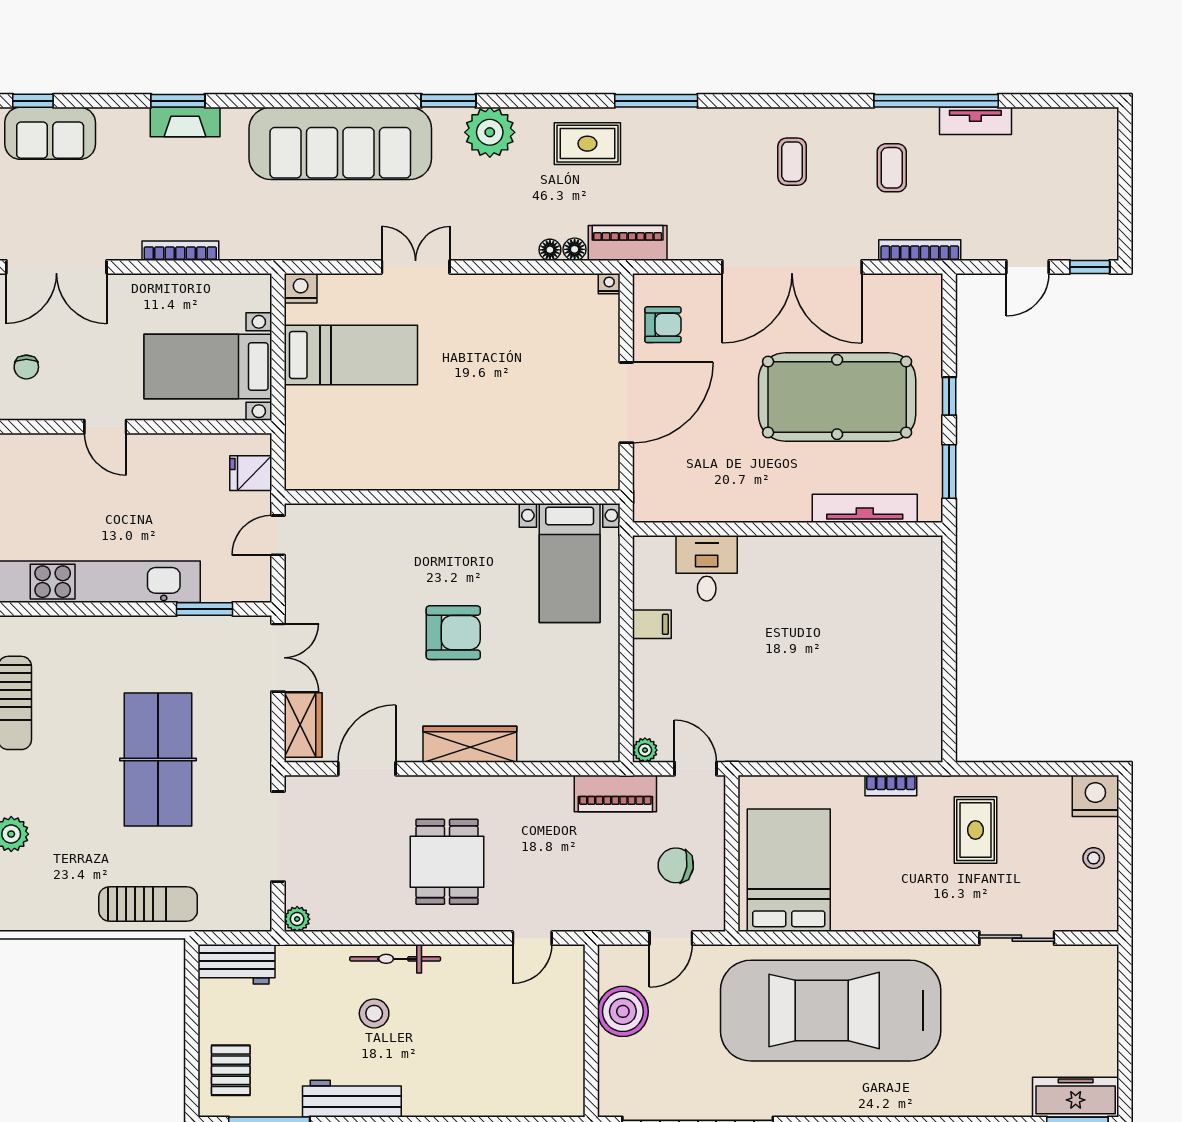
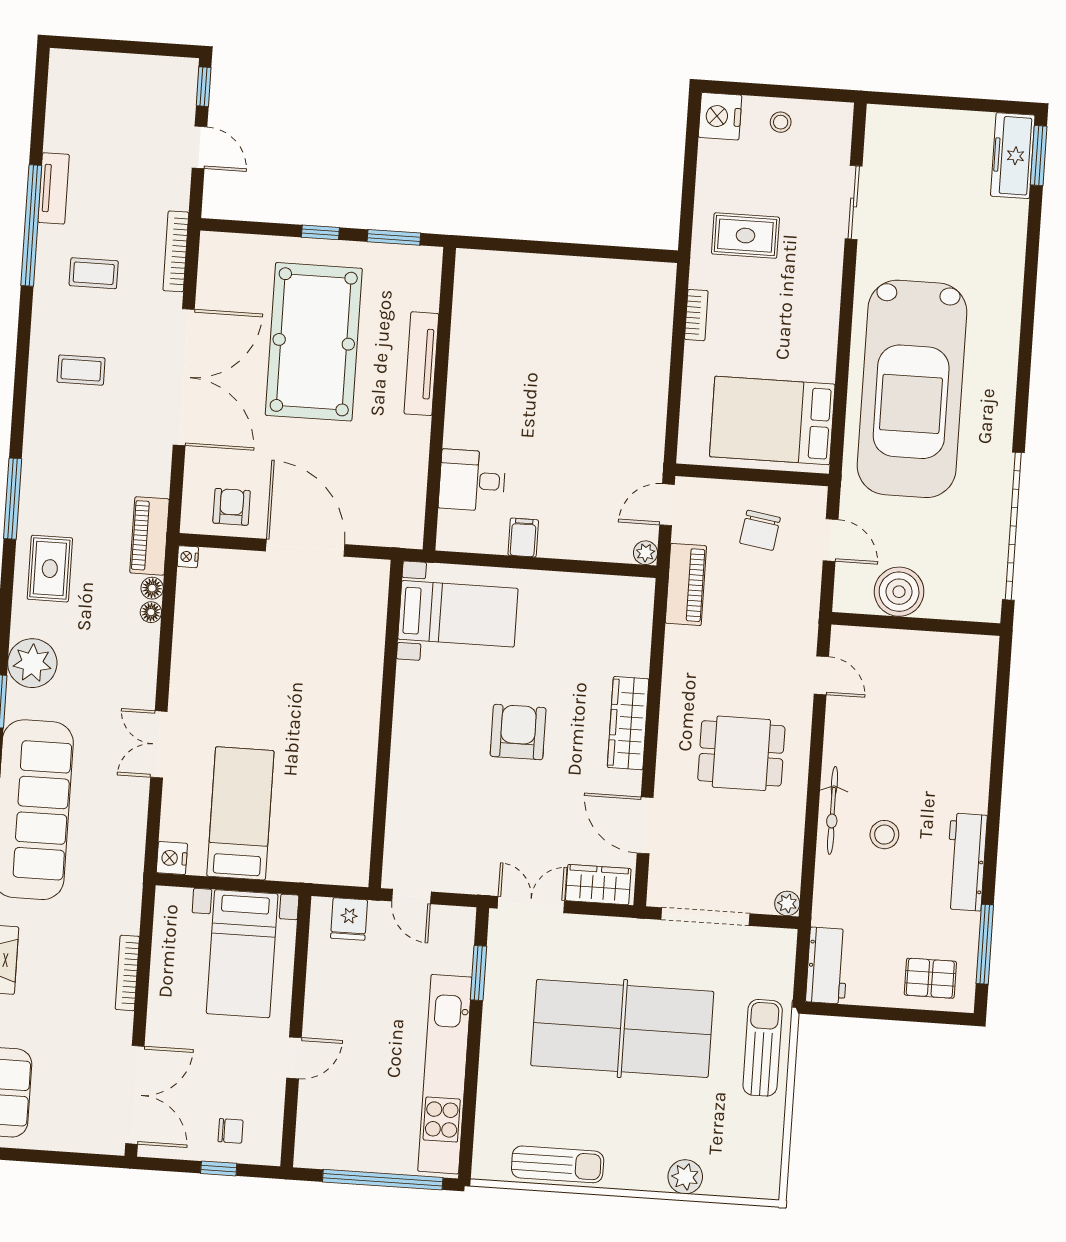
tv unit: (865, 508) -> (421, 364), moved
table tennis table: (158, 760) -> (622, 1029), width x1.36, depth x1.32

